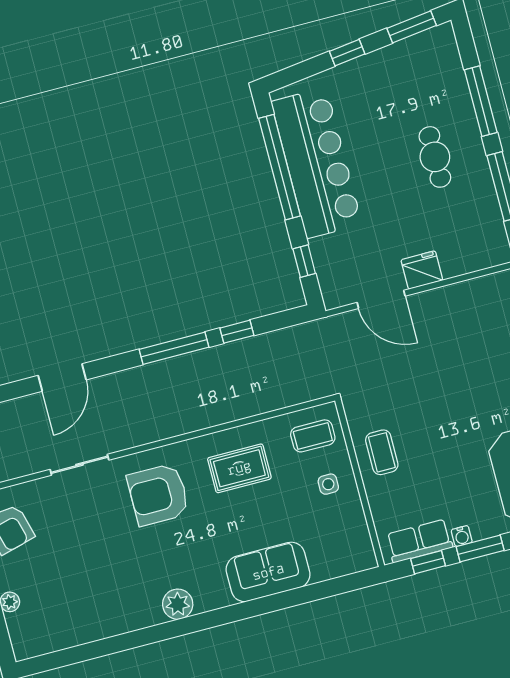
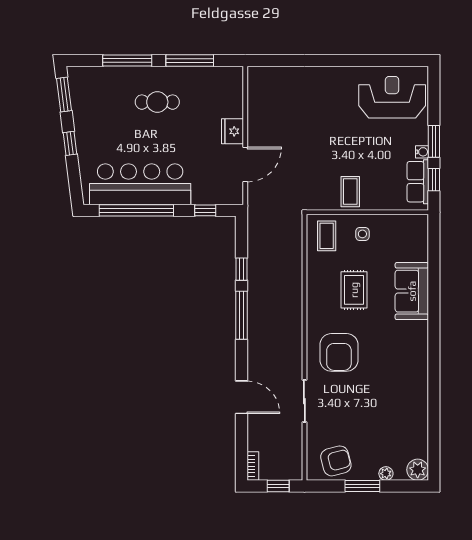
coffee table: (382, 452) -> (350, 192), turned 90
rug: (239, 468) -> (354, 290), moved
plant: (178, 604) -> (418, 470), moved

